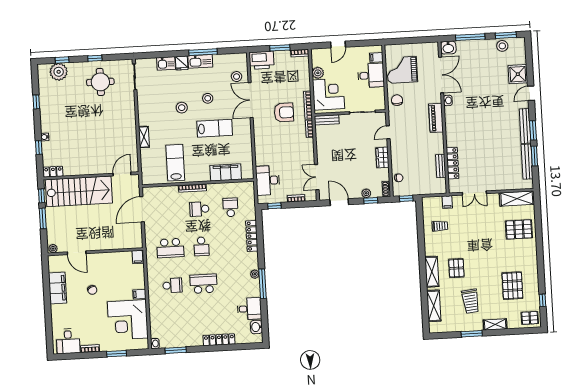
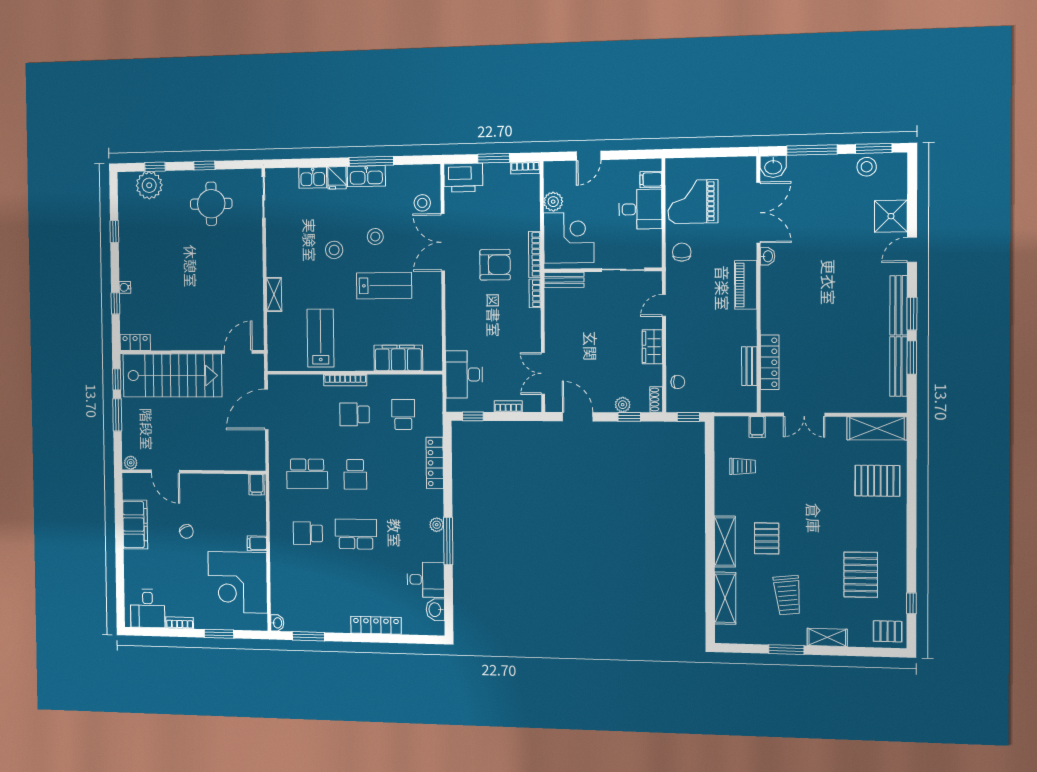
school desk: (172, 285) -> (308, 533), turned 180

